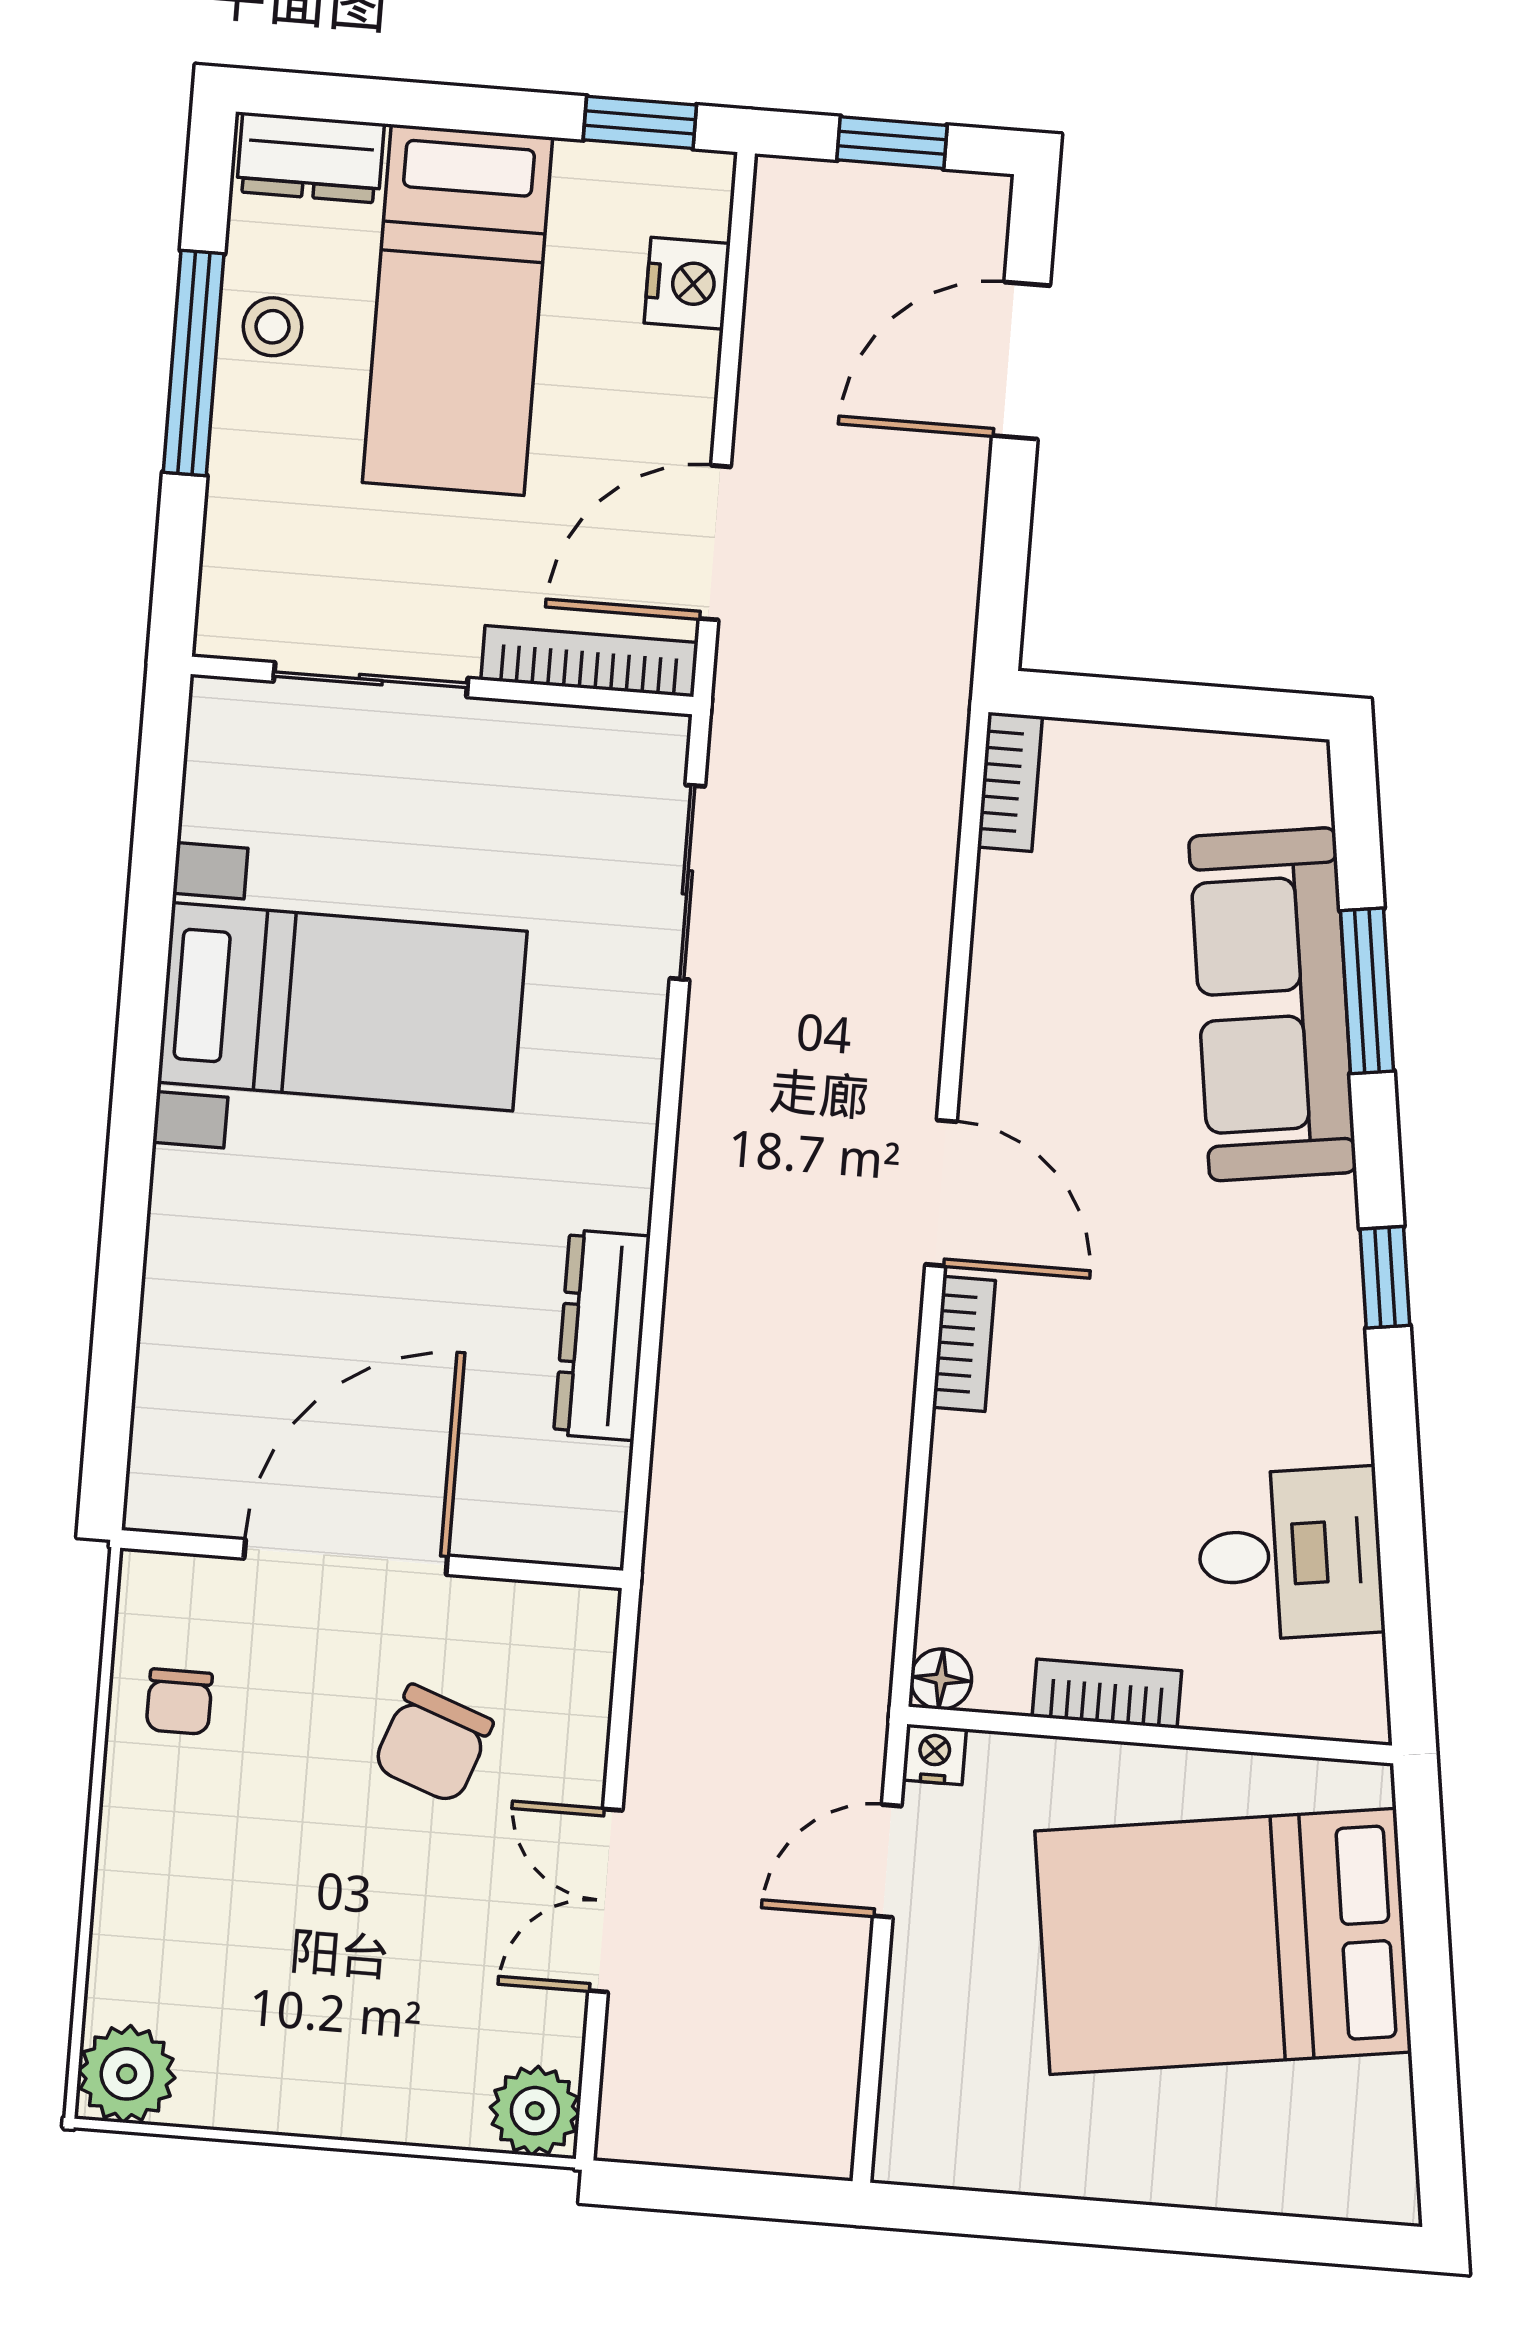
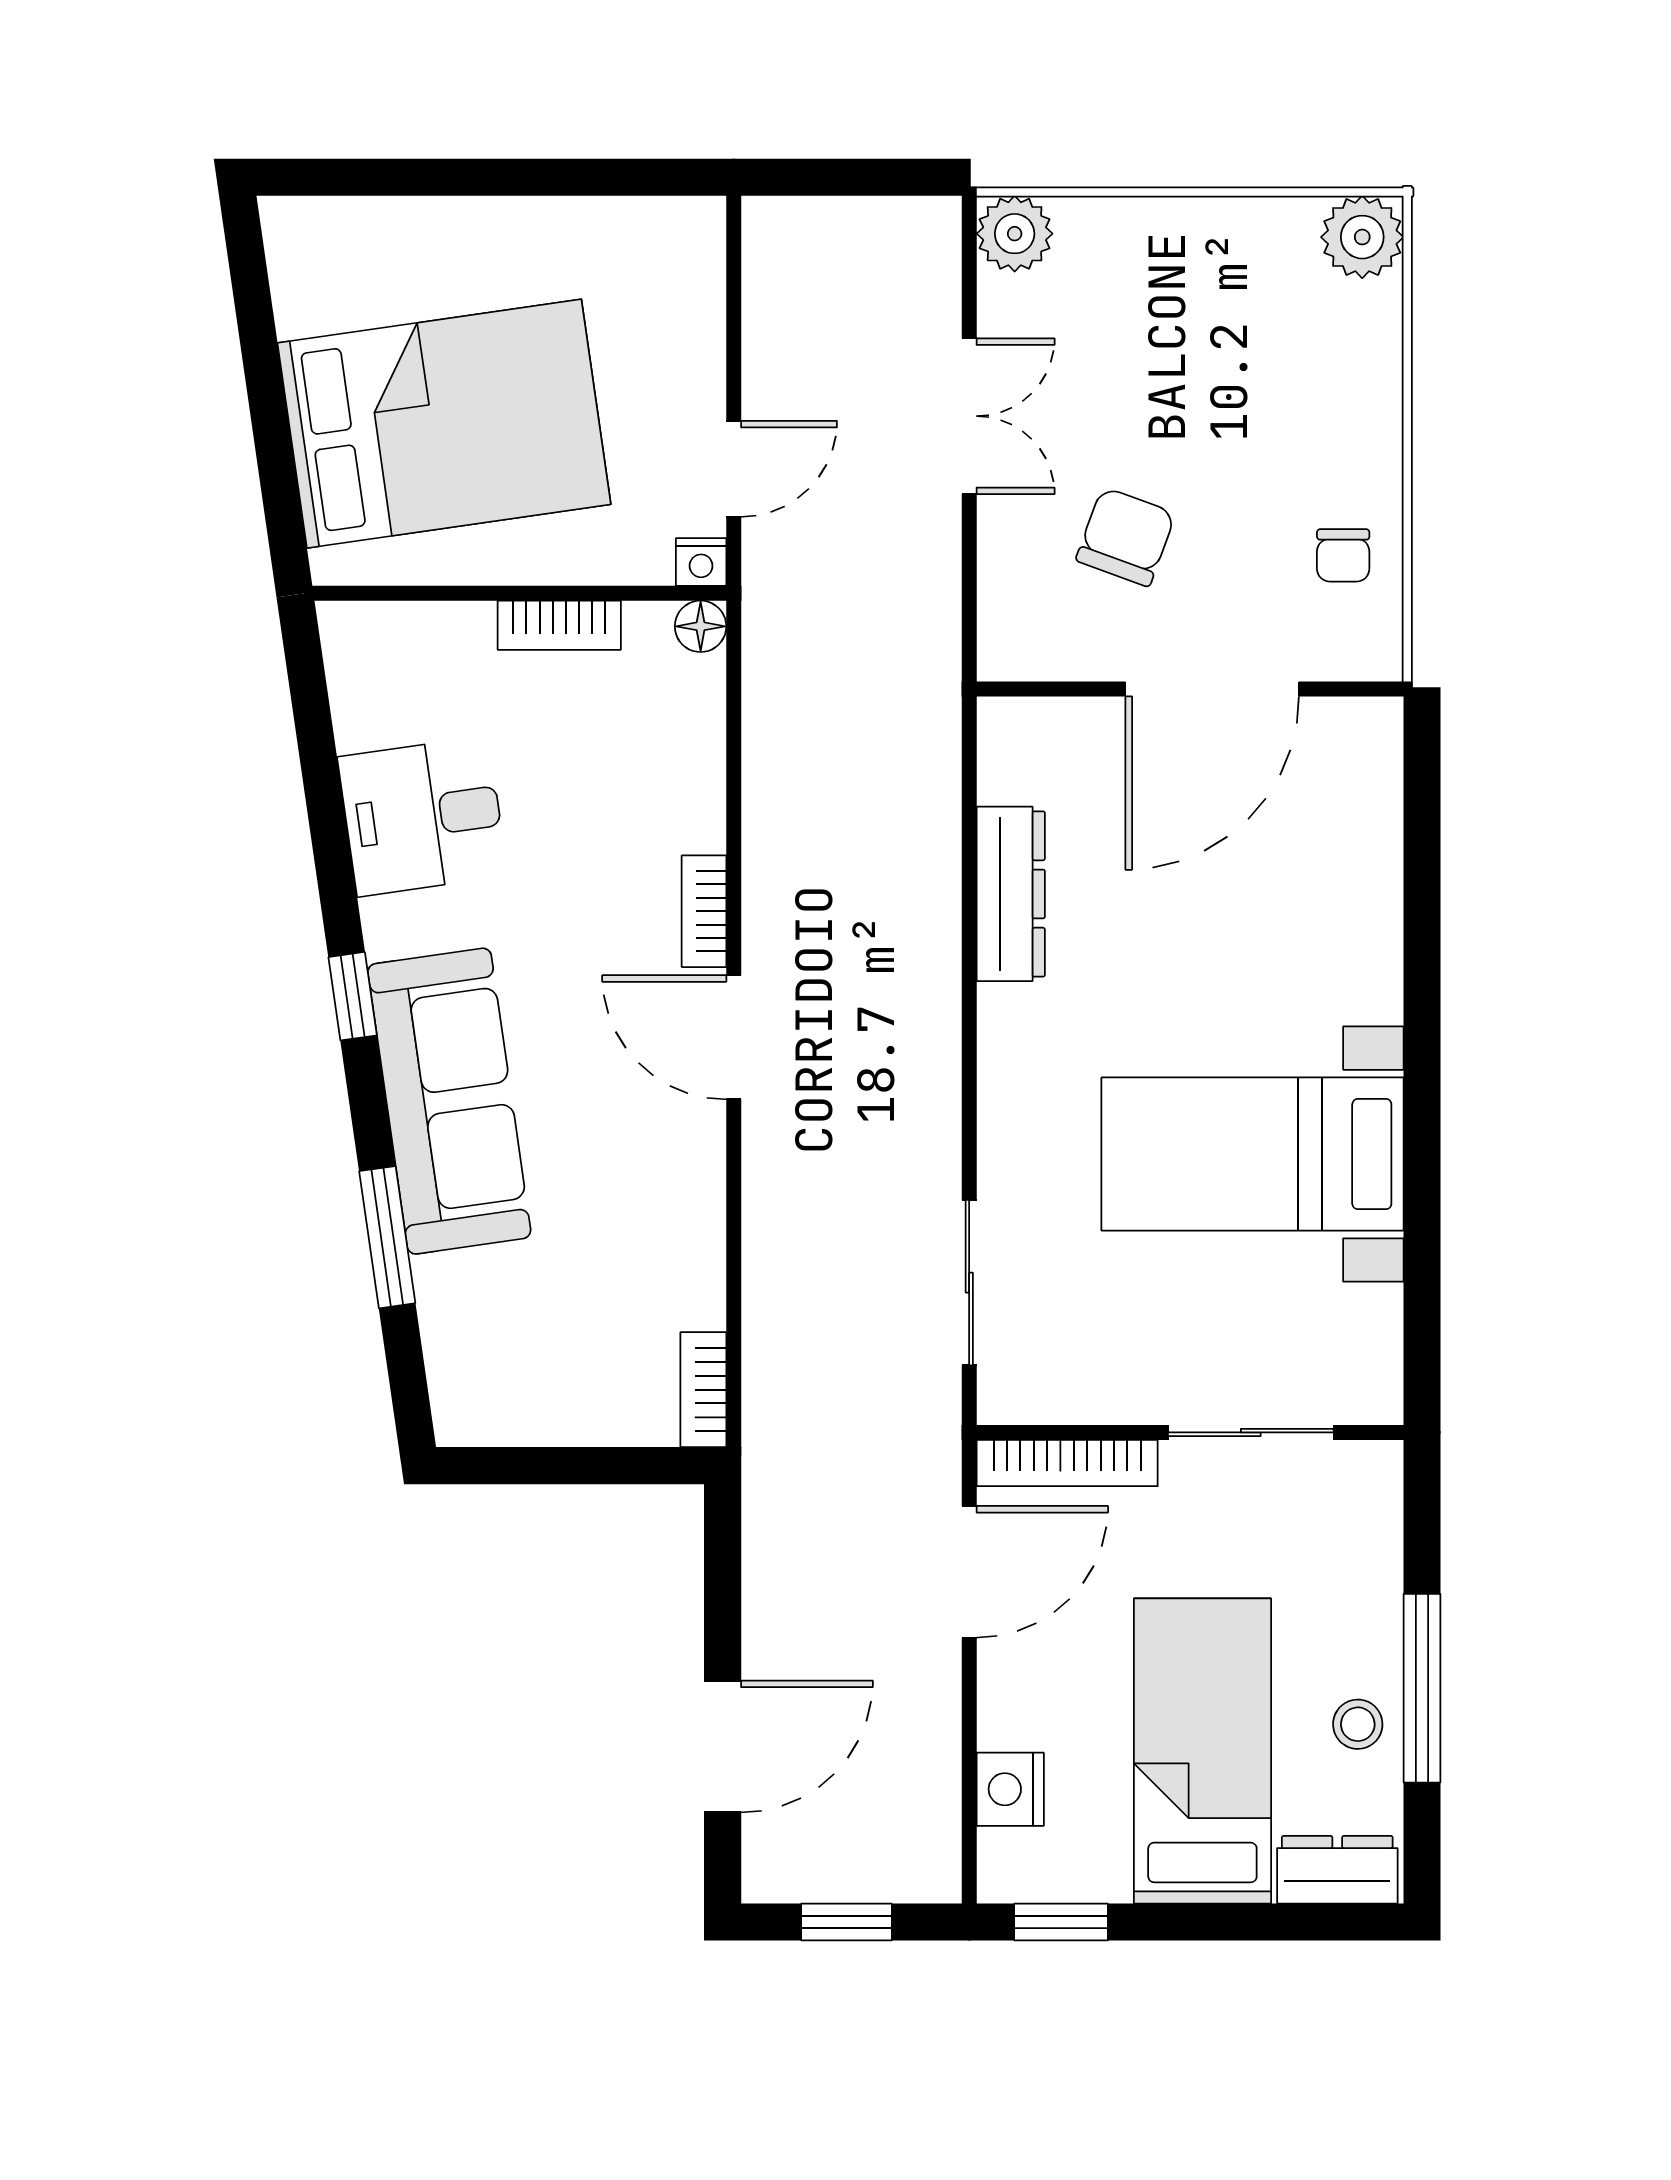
sofa: (1272, 1004) -> (449, 1101), moved
desk: (1290, 1554) -> (423, 816), moved
chair: (179, 1702) -> (1343, 555), turned 180

